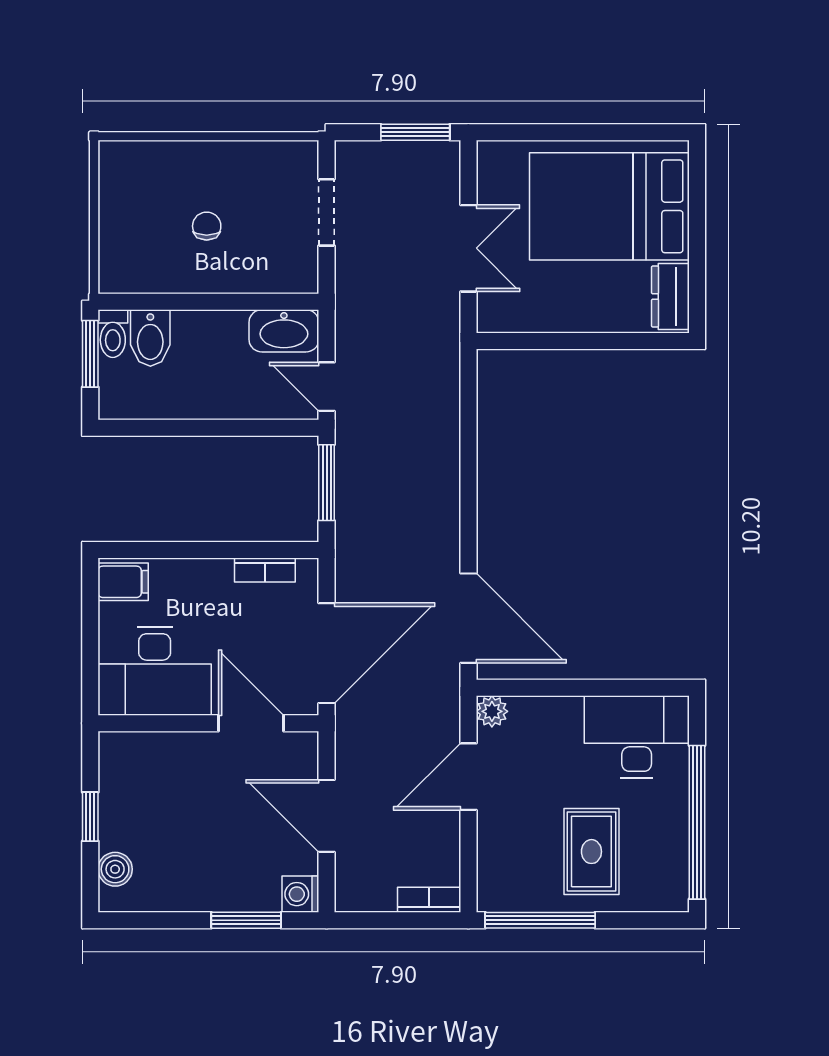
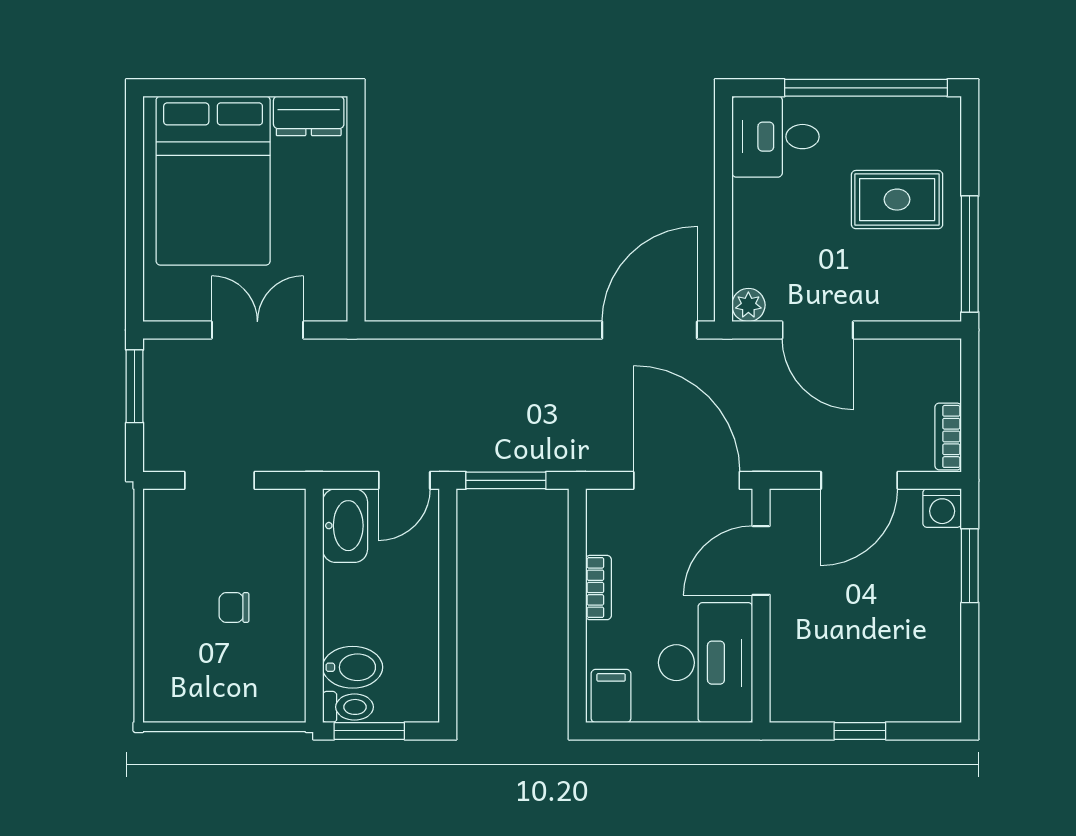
bookcase: (265, 570) -> (598, 588), moved
desk: (637, 737) -> (775, 137), width x0.73
boiler: (115, 869) -> (916, 705), removed
bookcase: (429, 900) -> (948, 436), moved

